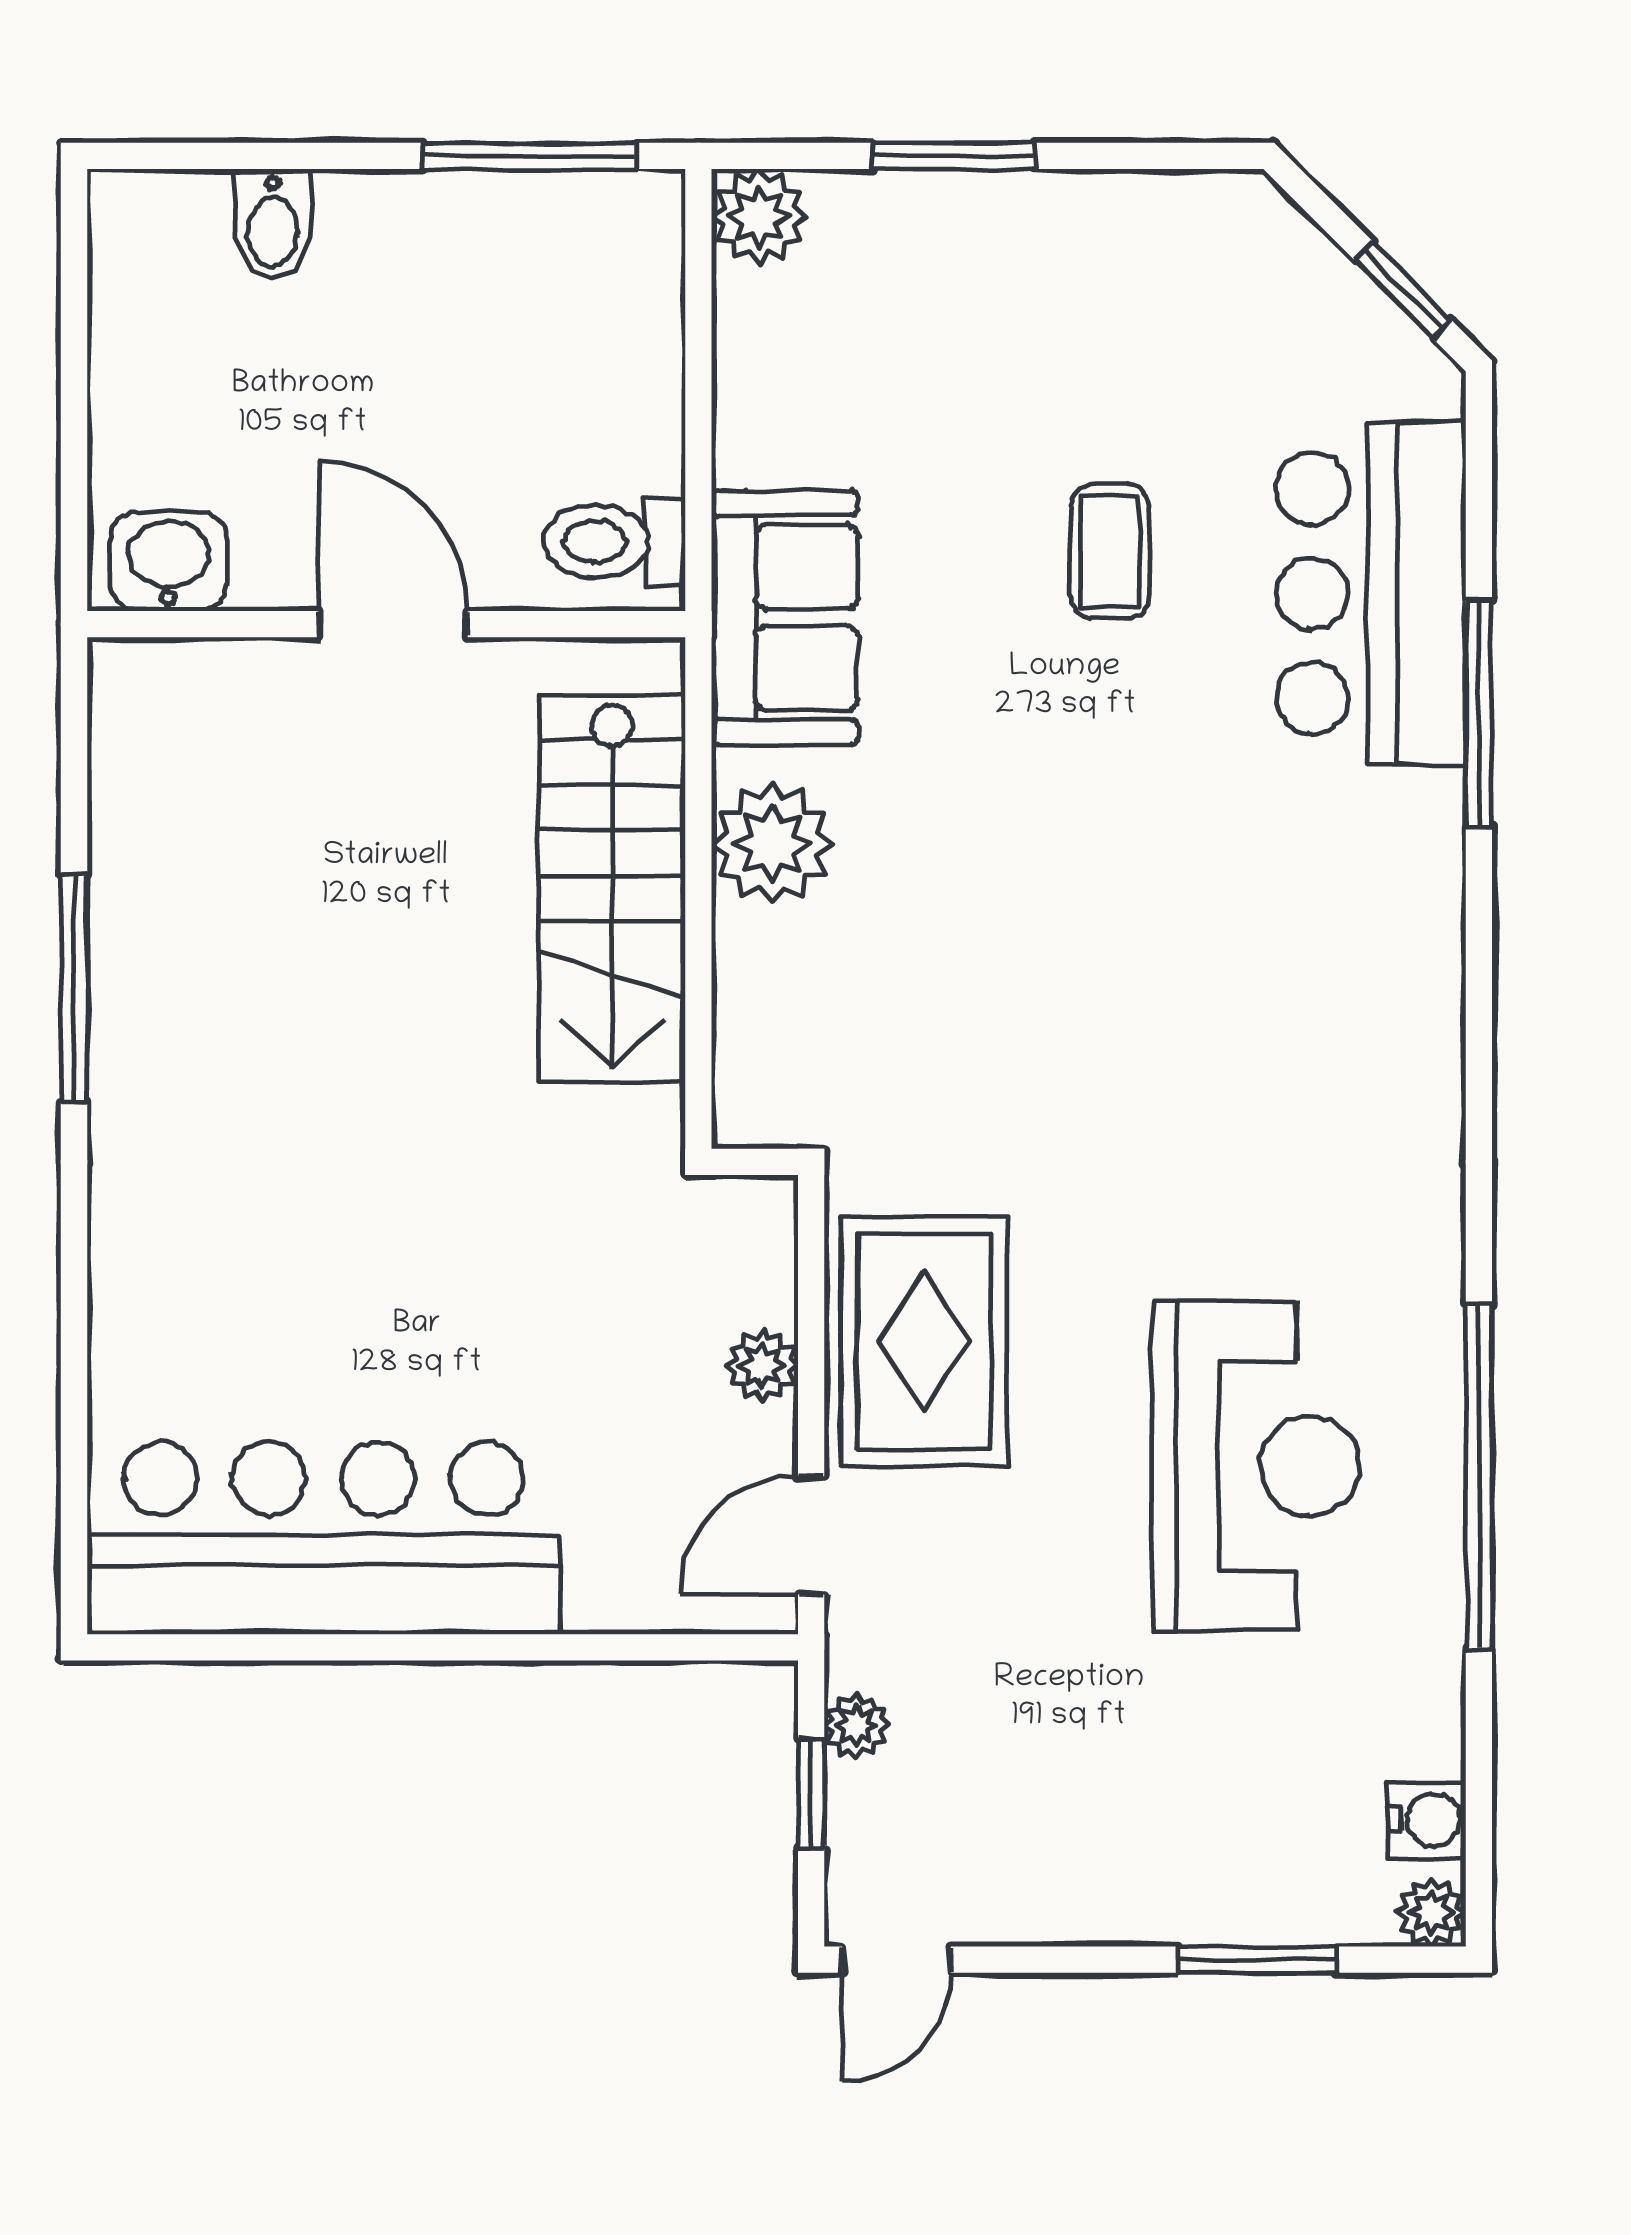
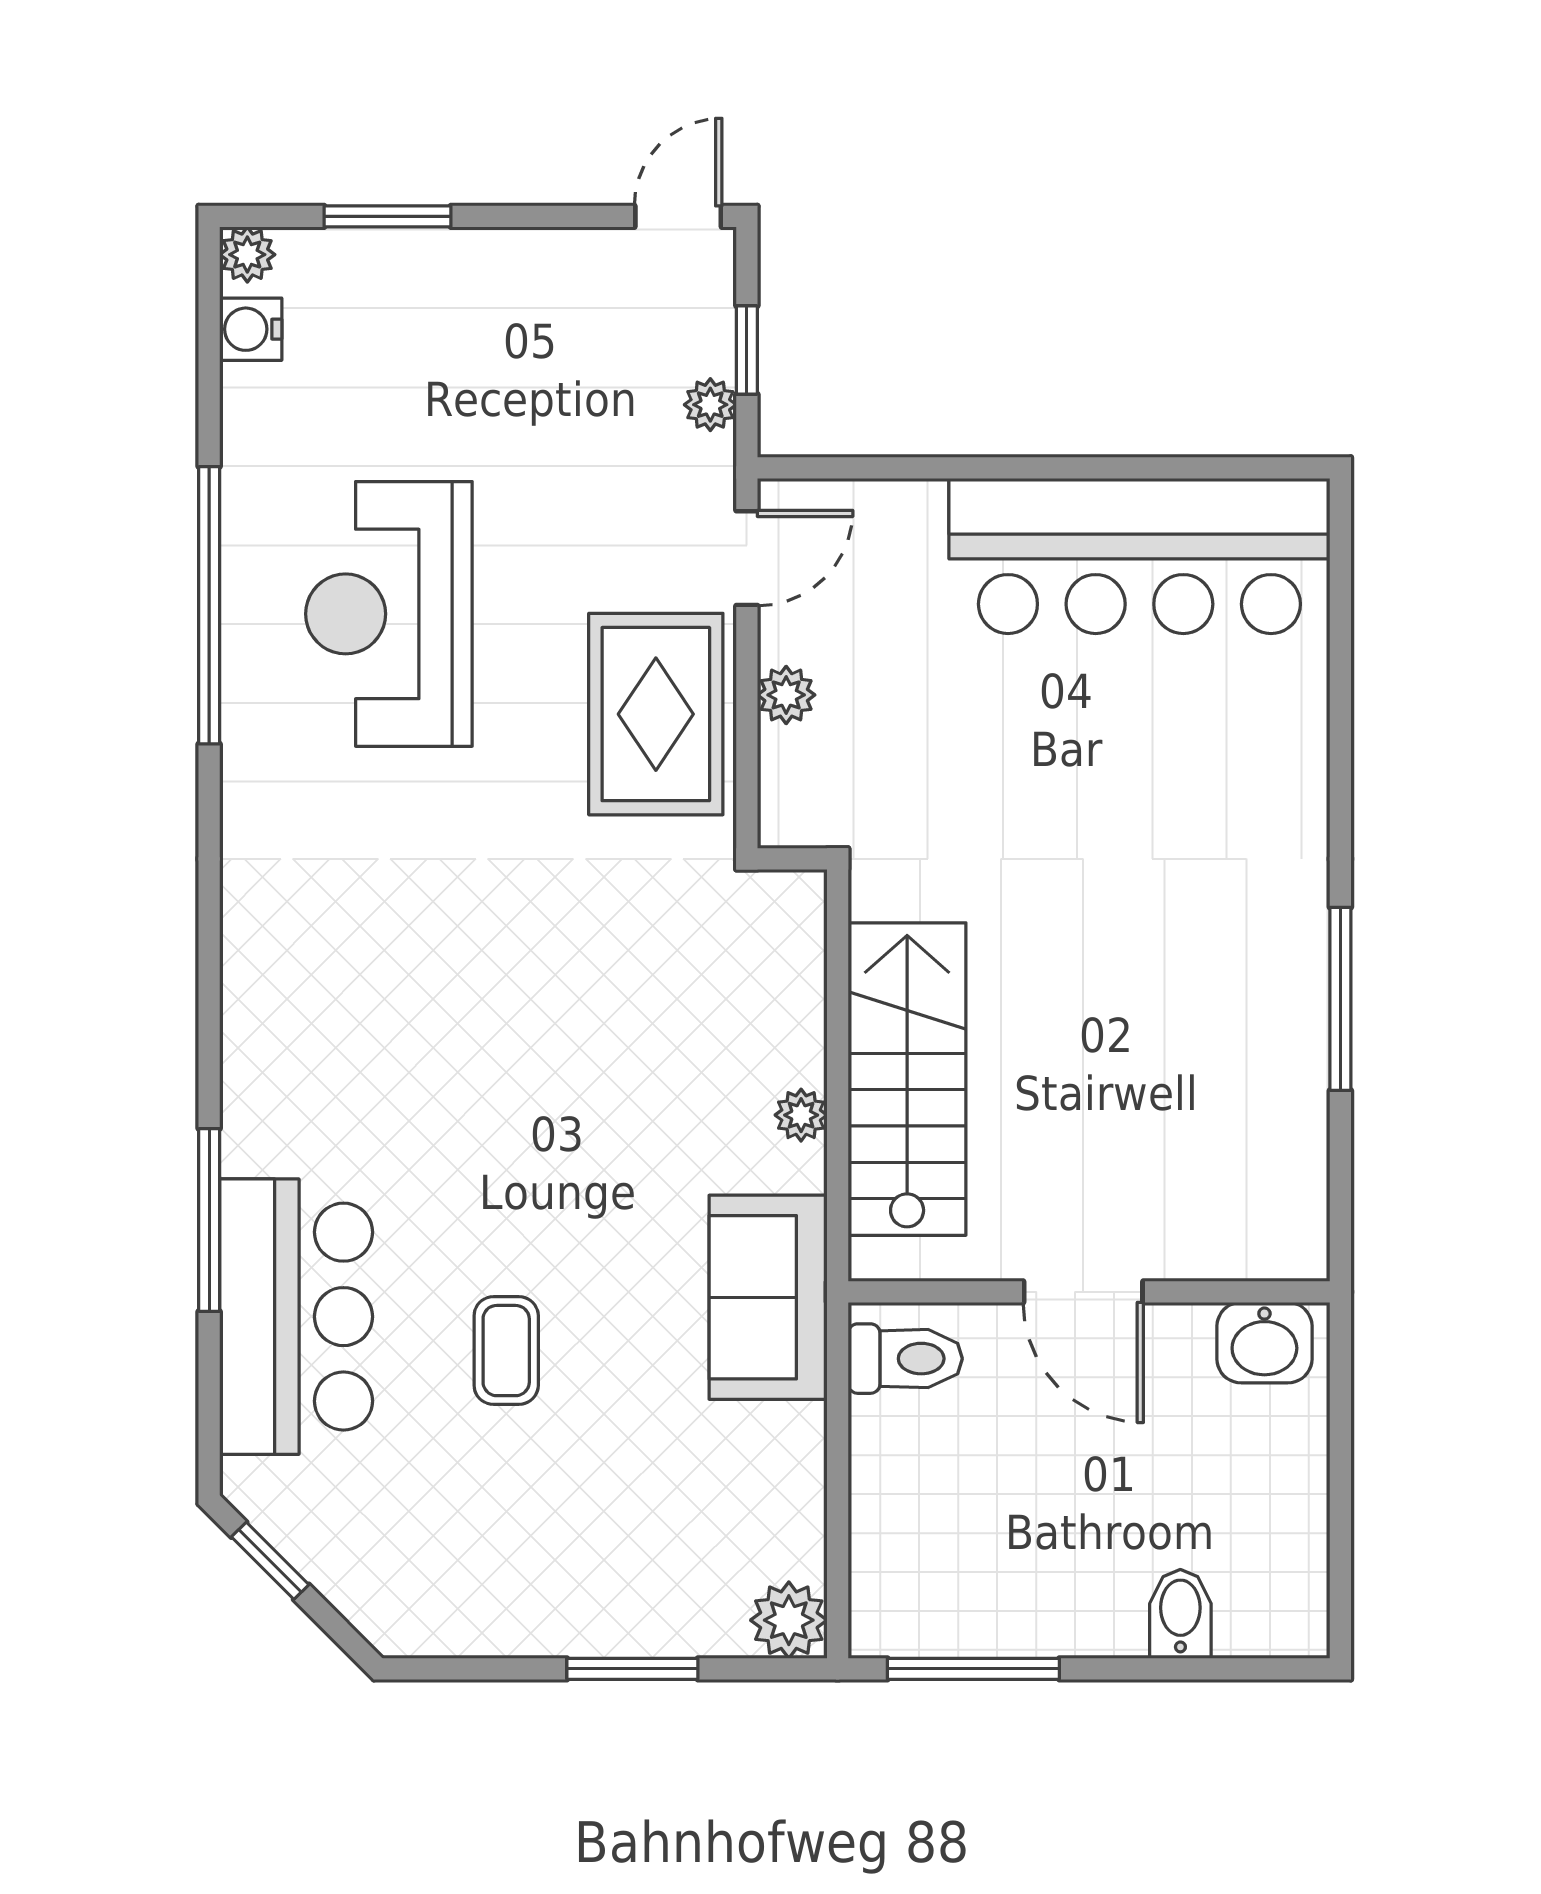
plant: (772, 844) -> (801, 1115), width x0.53, depth x0.53

